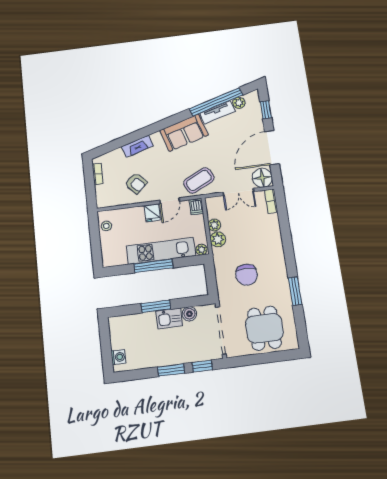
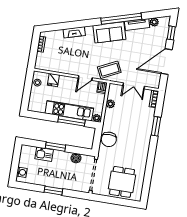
window: (216, 102) -> (121, 19), moved
floor lamp: (262, 178) -> (153, 81), removed
armchair: (136, 183) -> (66, 59), removed
fridge: (152, 213) -> (53, 80), moved
plant: (218, 239) -> (110, 114), removed
window: (154, 266) -> (71, 121), moved
chair: (247, 275) -> (109, 139), moved
window: (295, 291) -> (156, 126), moved
kitchen sink: (169, 318) -> (44, 154), moved
window: (202, 366) -> (74, 194), removed

